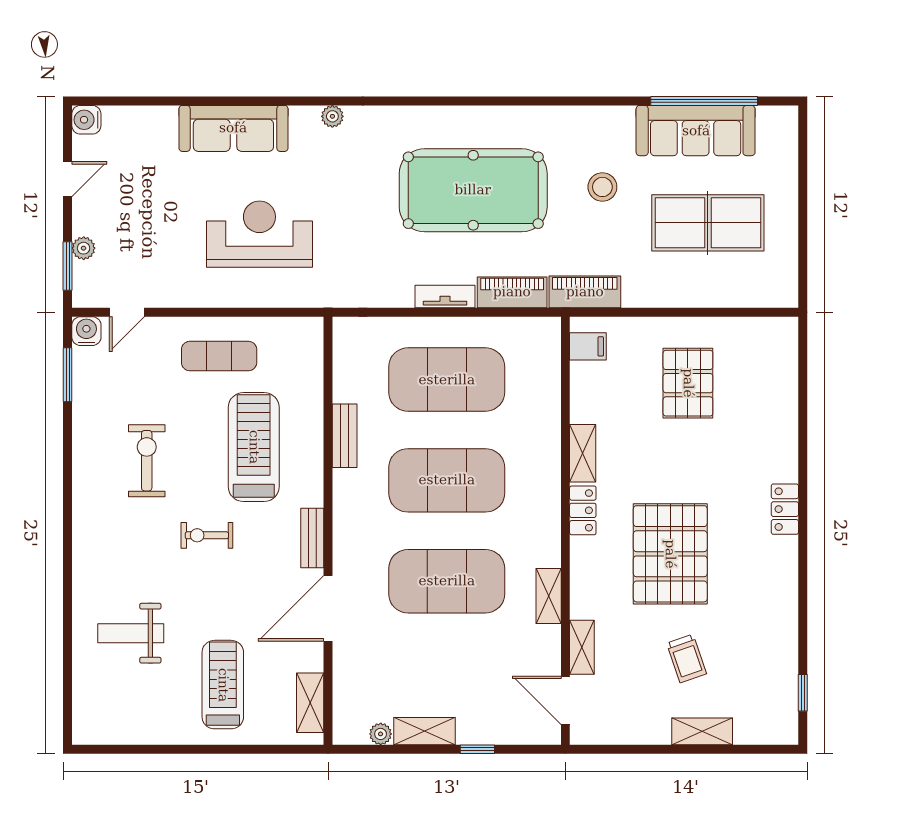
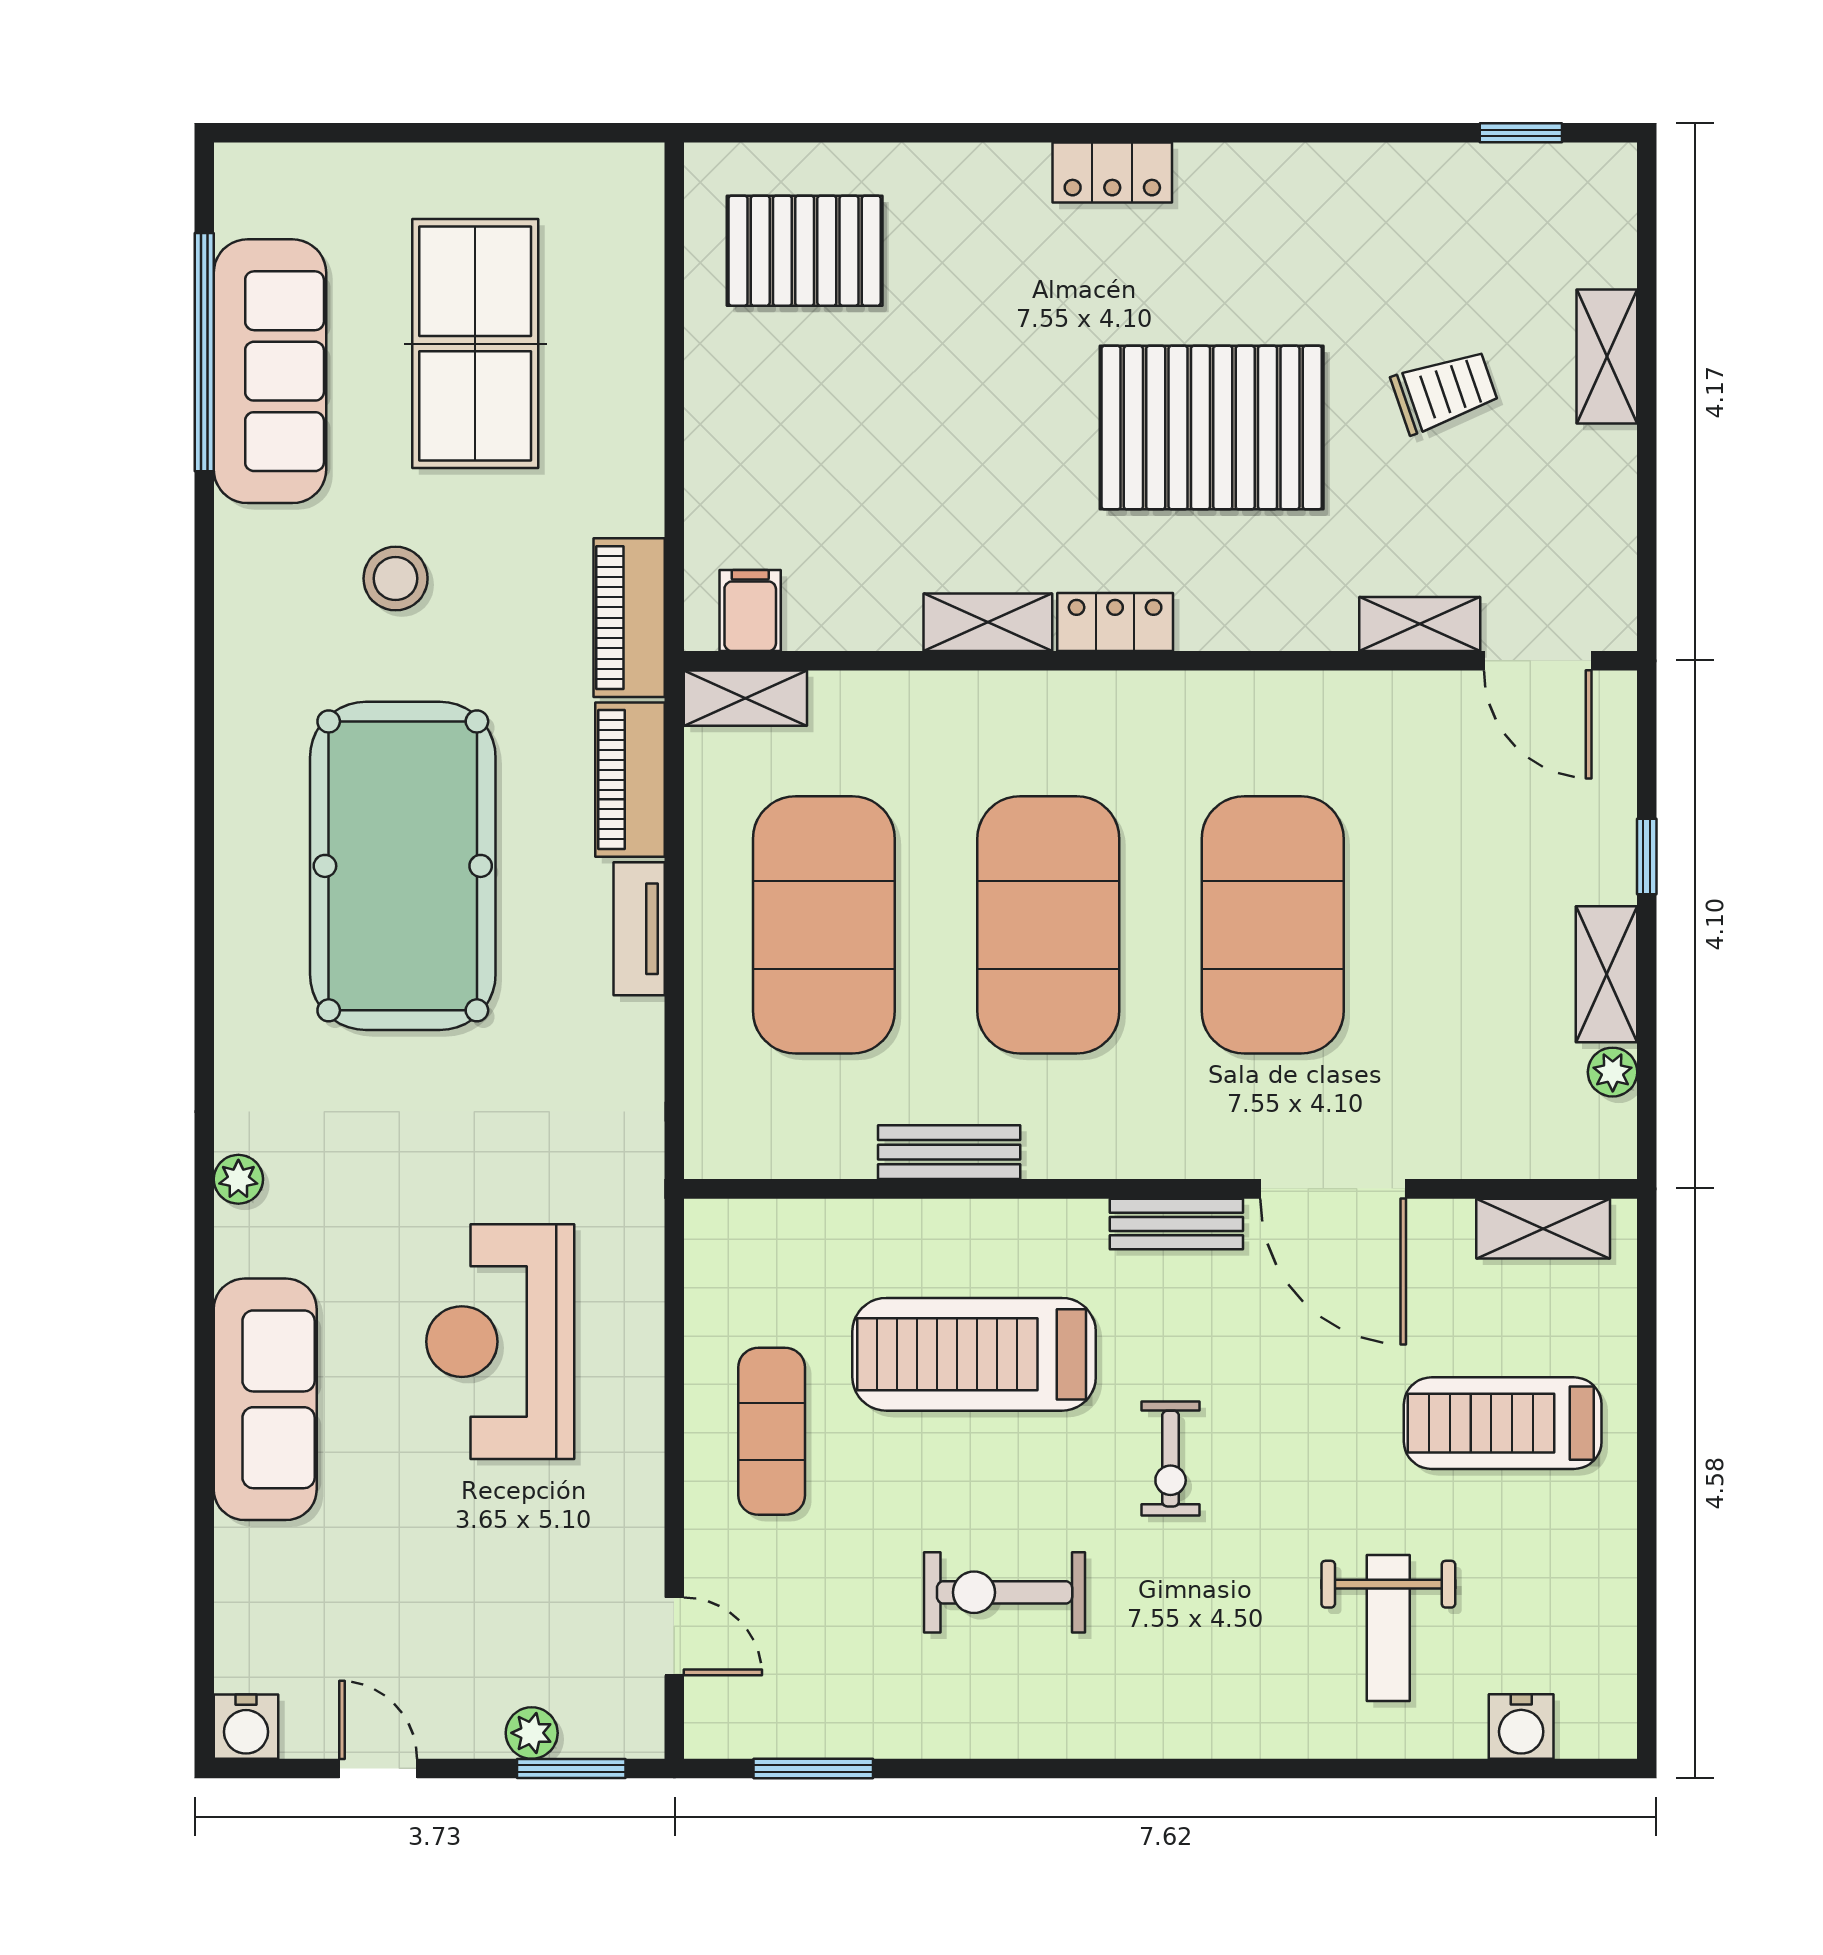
water cooler: (86, 331) -> (1521, 1727), moved, turned -90
pallet: (688, 383) -> (805, 251), moved
shelving: (549, 596) -> (745, 698), moved
door: (565, 700) -> (1538, 661), hinge flipped

